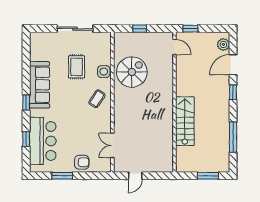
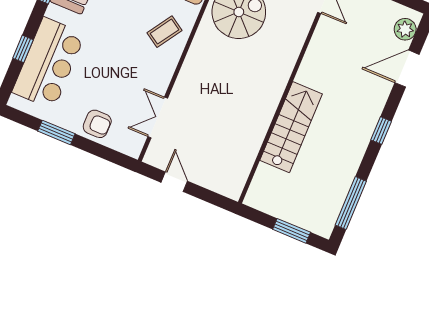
window: (233, 92) -> (381, 131), moved
window: (233, 137) -> (351, 203), moved
door: (135, 176) -> (174, 182), swing flipped

